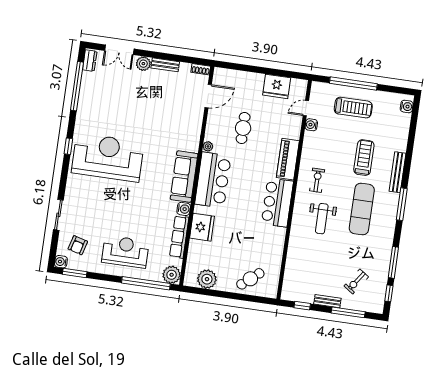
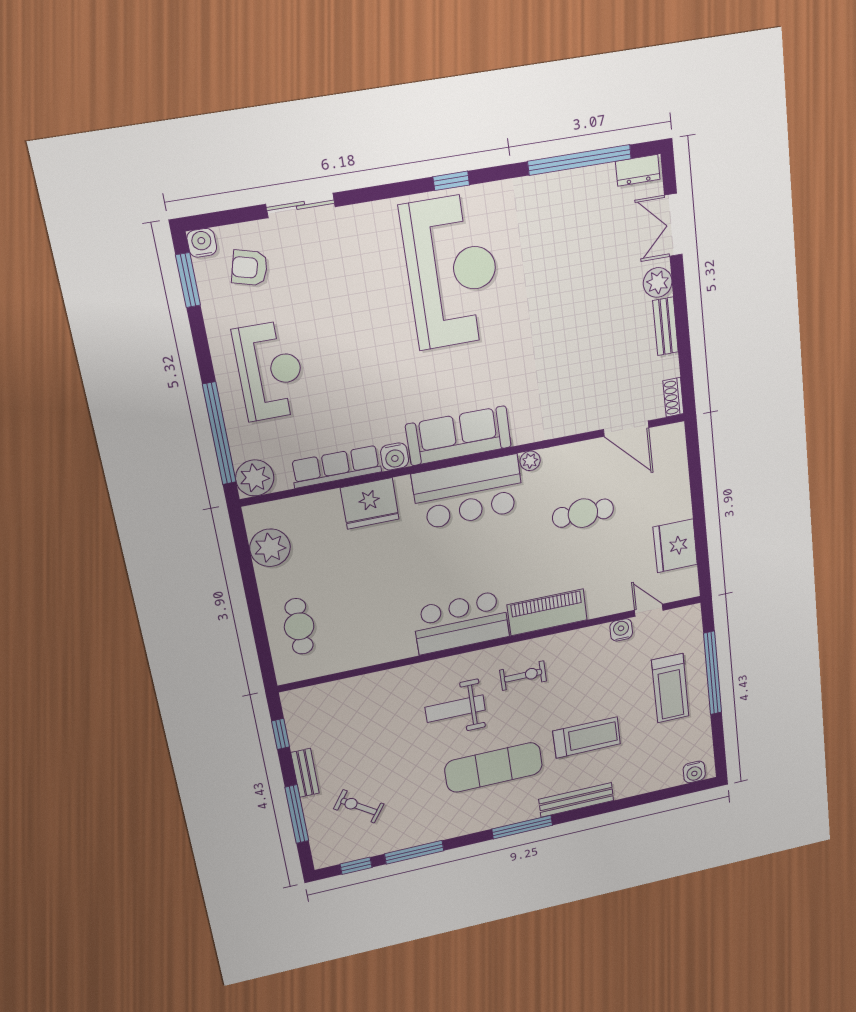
cafe table: (250, 279) -> (299, 626), turned 40

